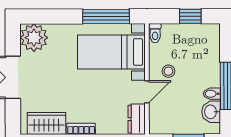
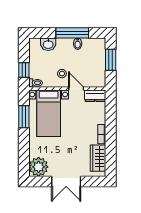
window: (106, 16) -> (24, 117), width x0.69
window: (190, 16) -> (24, 70), moved
washbasin: (211, 112) -> (48, 44), moved

